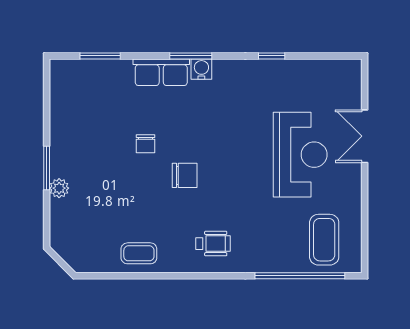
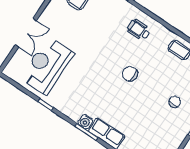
chair: (145, 144) -> (175, 102), moved
reception desk: (300, 155) -> (47, 65), moved

